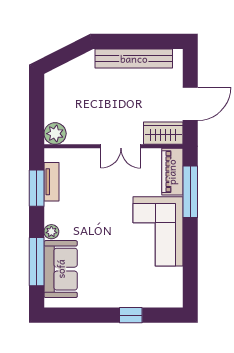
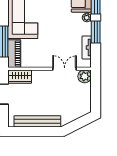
double door: (121, 146) -> (65, 69), moved
window: (37, 188) -> (96, 32), moved

